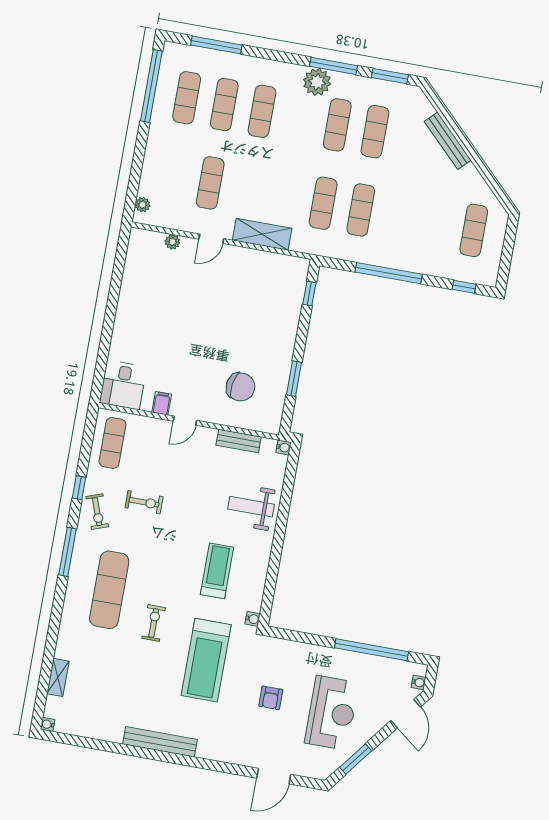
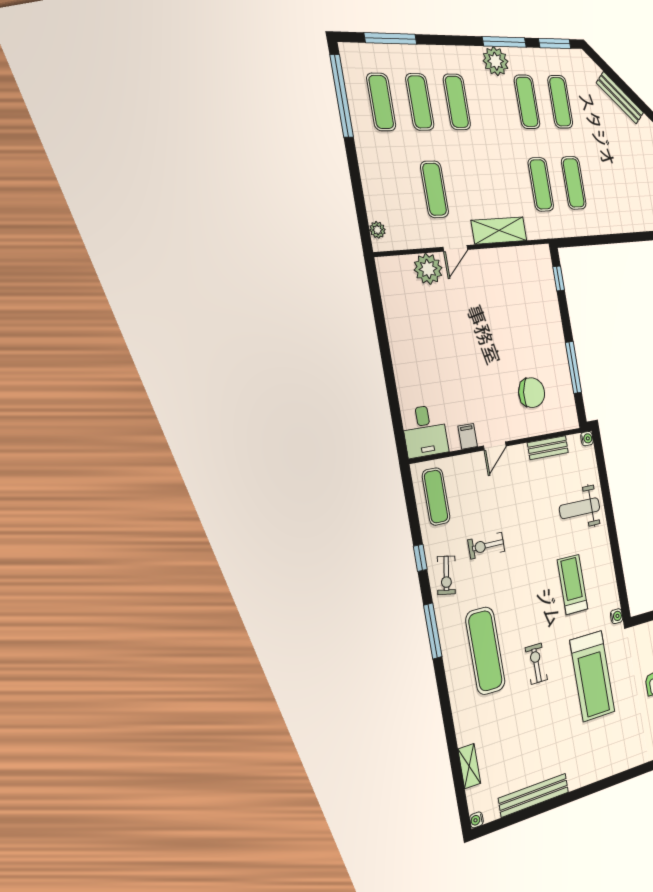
plant: (172, 242) -> (428, 269), width x1.88, depth x1.88
window: (389, 273) -> (615, 239), removed
window: (294, 379) -> (573, 367), width x1.44
exercise bike: (144, 502) -> (486, 546), turned 180
exercise bike: (97, 512) -> (446, 575), turned 30
bench: (160, 742) -> (534, 795), moved

